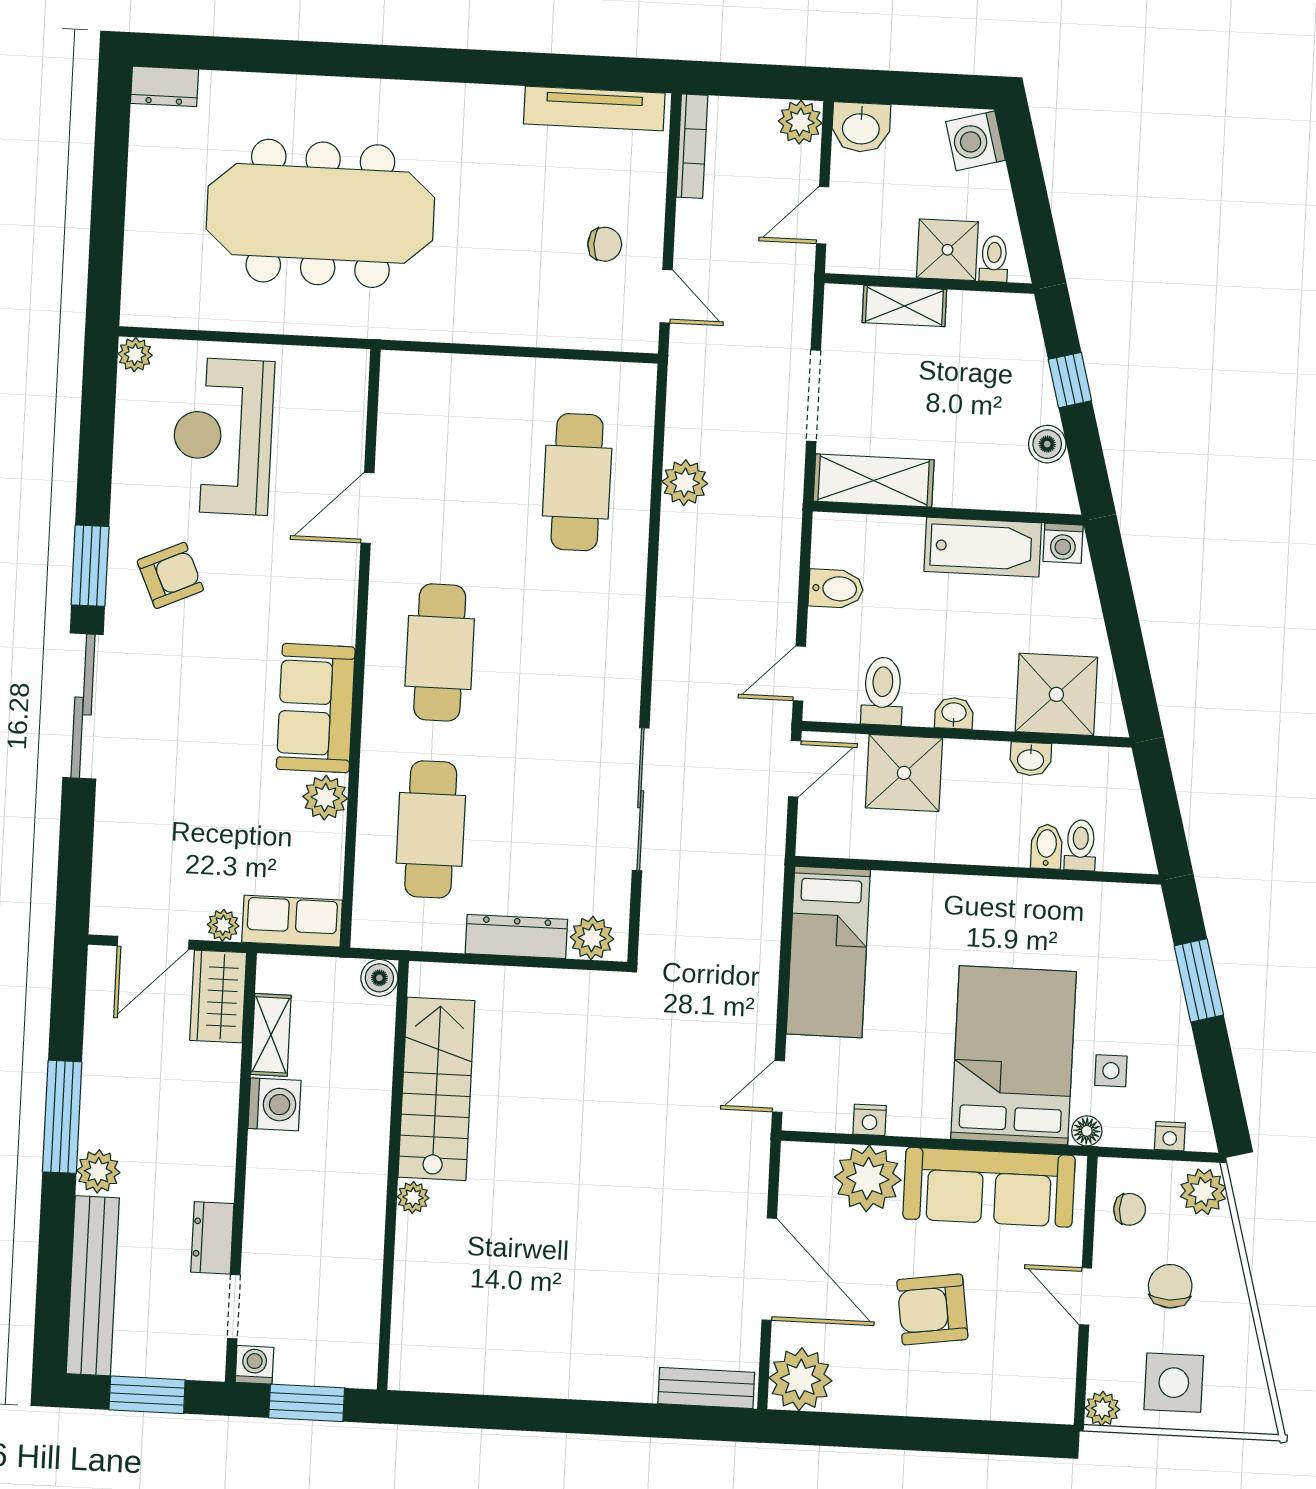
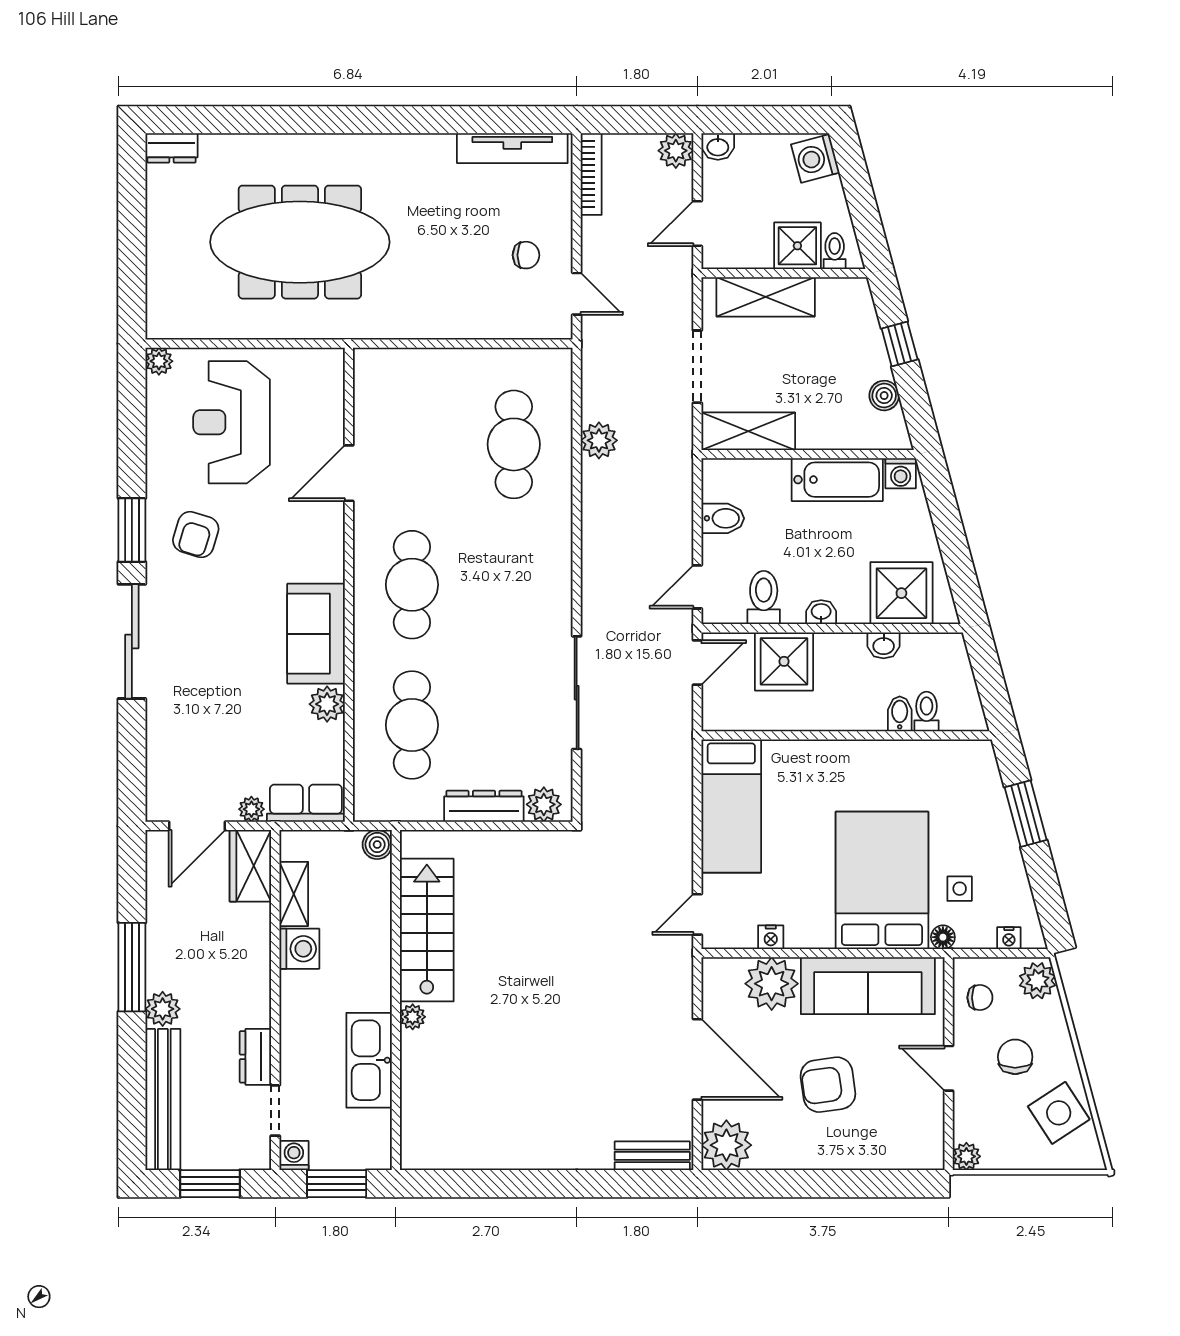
washbasin: (861, 127) -> (718, 146), width x0.72, depth x0.69
shelving: (904, 306) -> (766, 297), width x1.50, depth x1.33
armchair: (170, 575) -> (196, 535), turned 131
kitchen sink: (355, 1249) -> (369, 1060), added
side table: (1174, 1383) -> (1059, 1113), moved, turned -33

